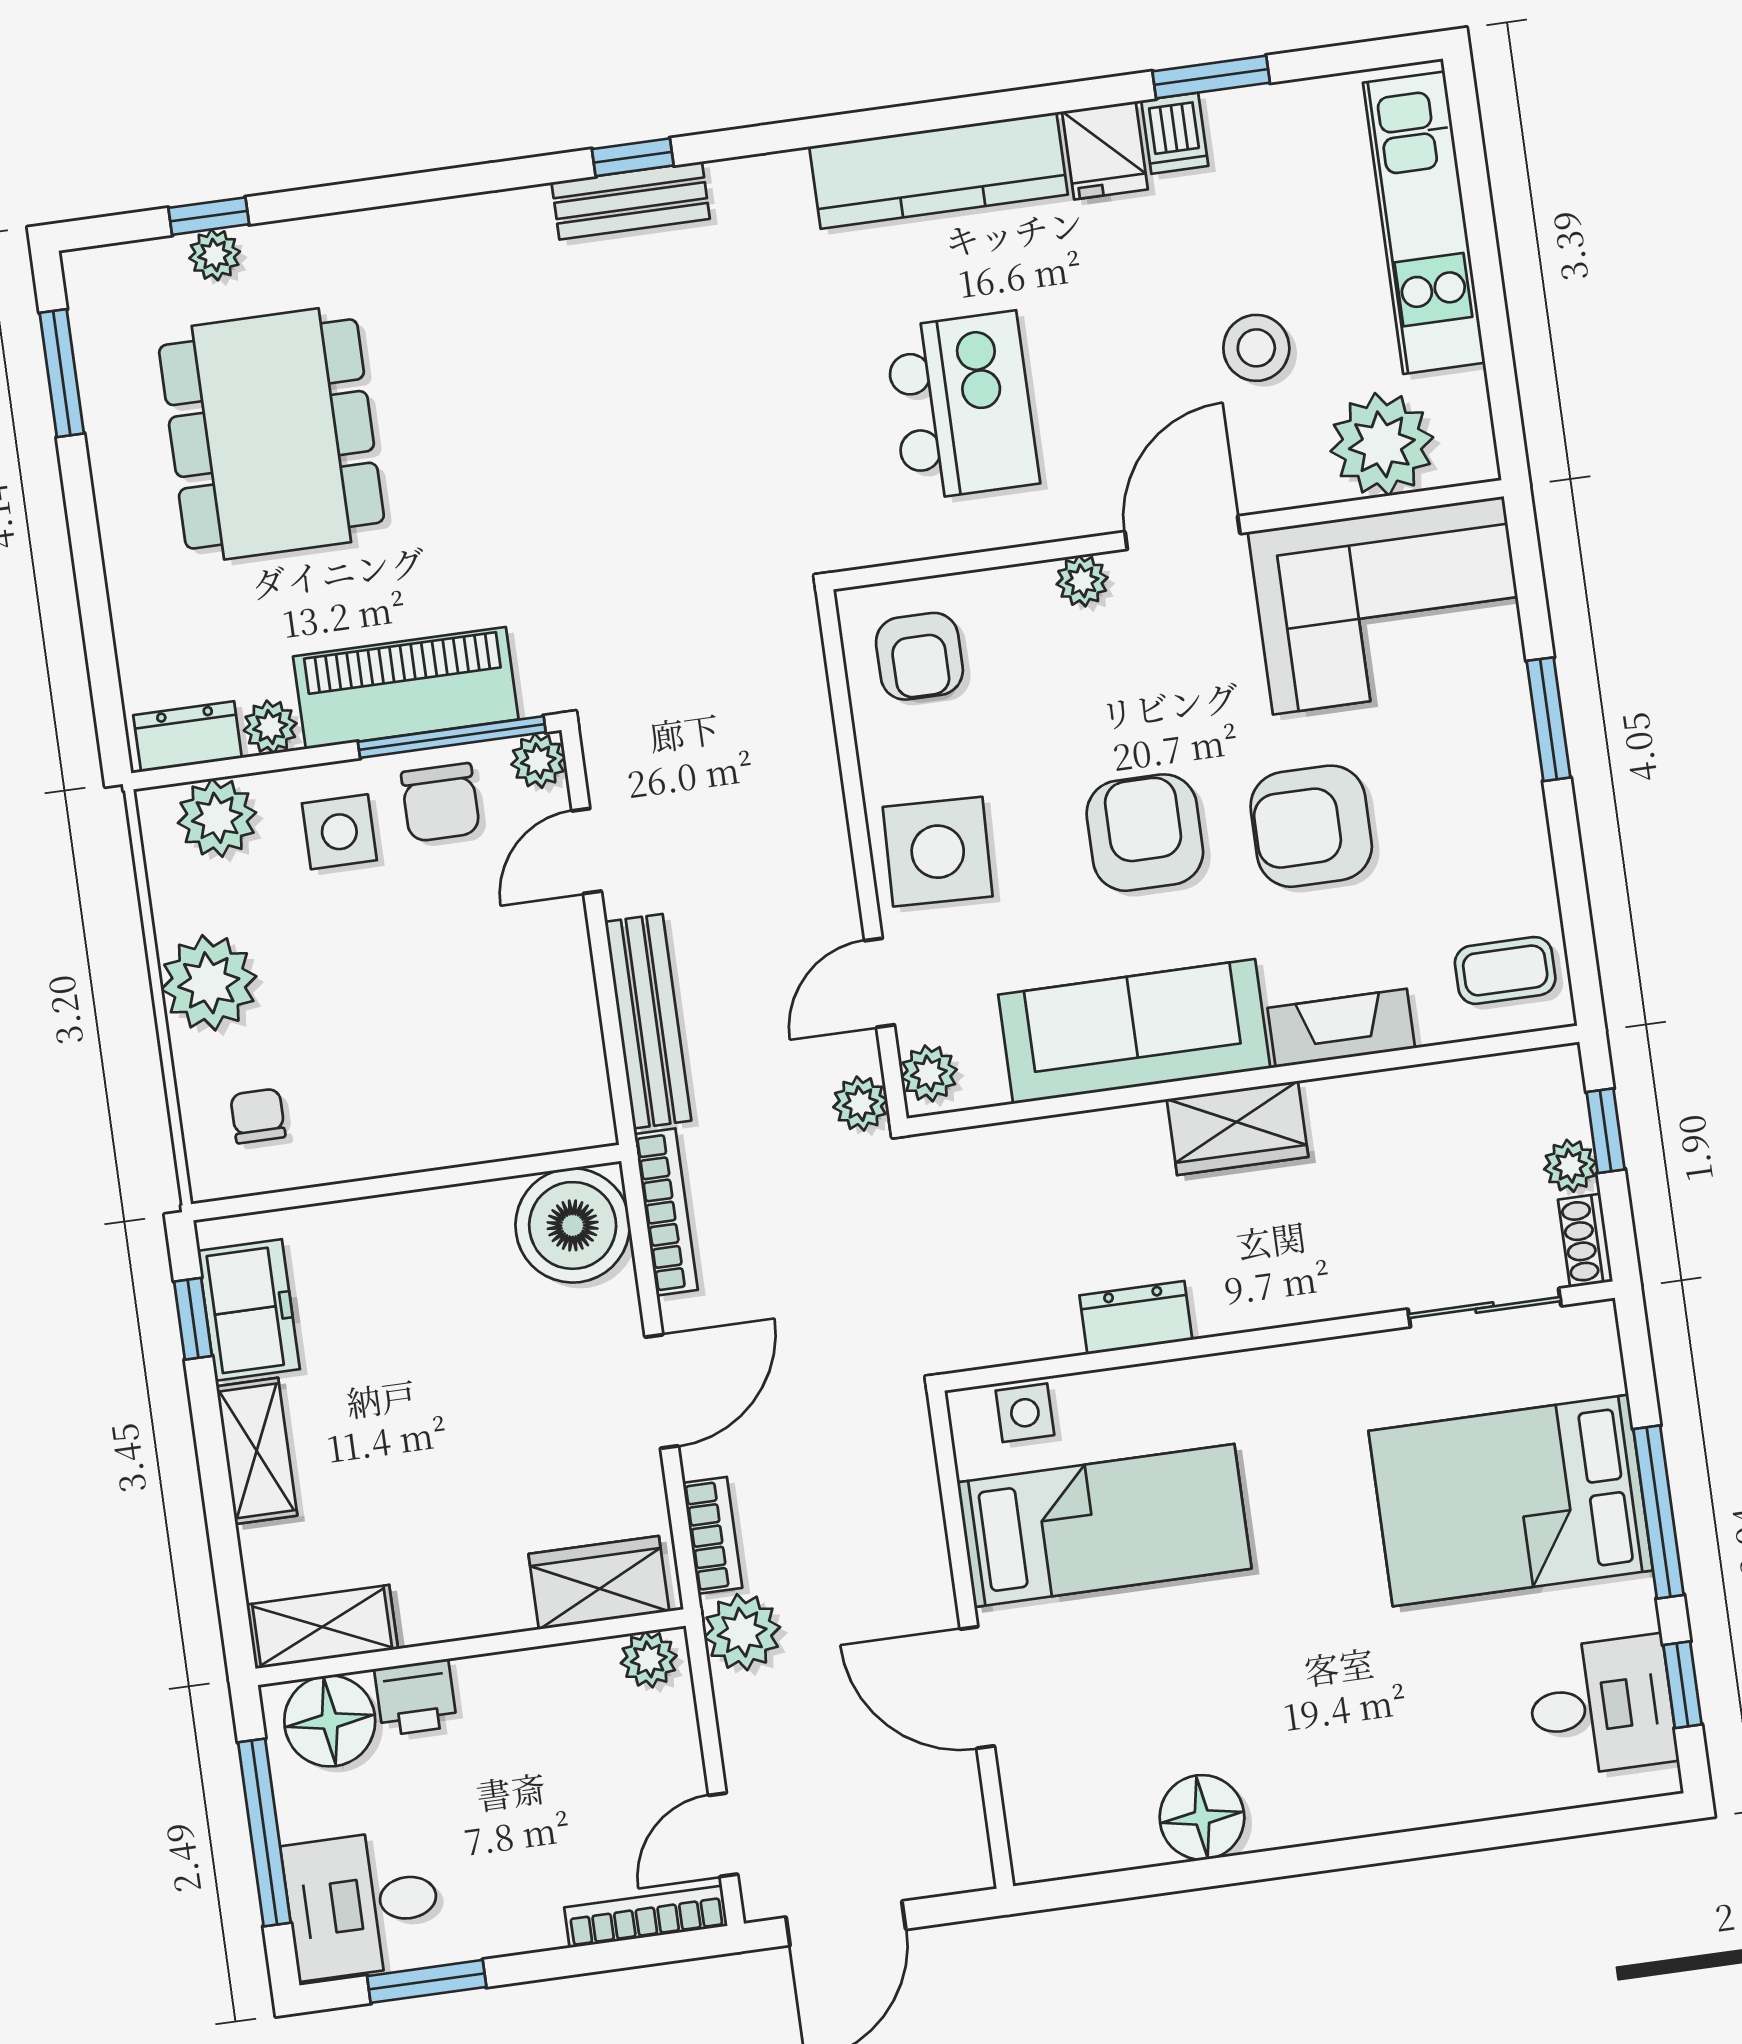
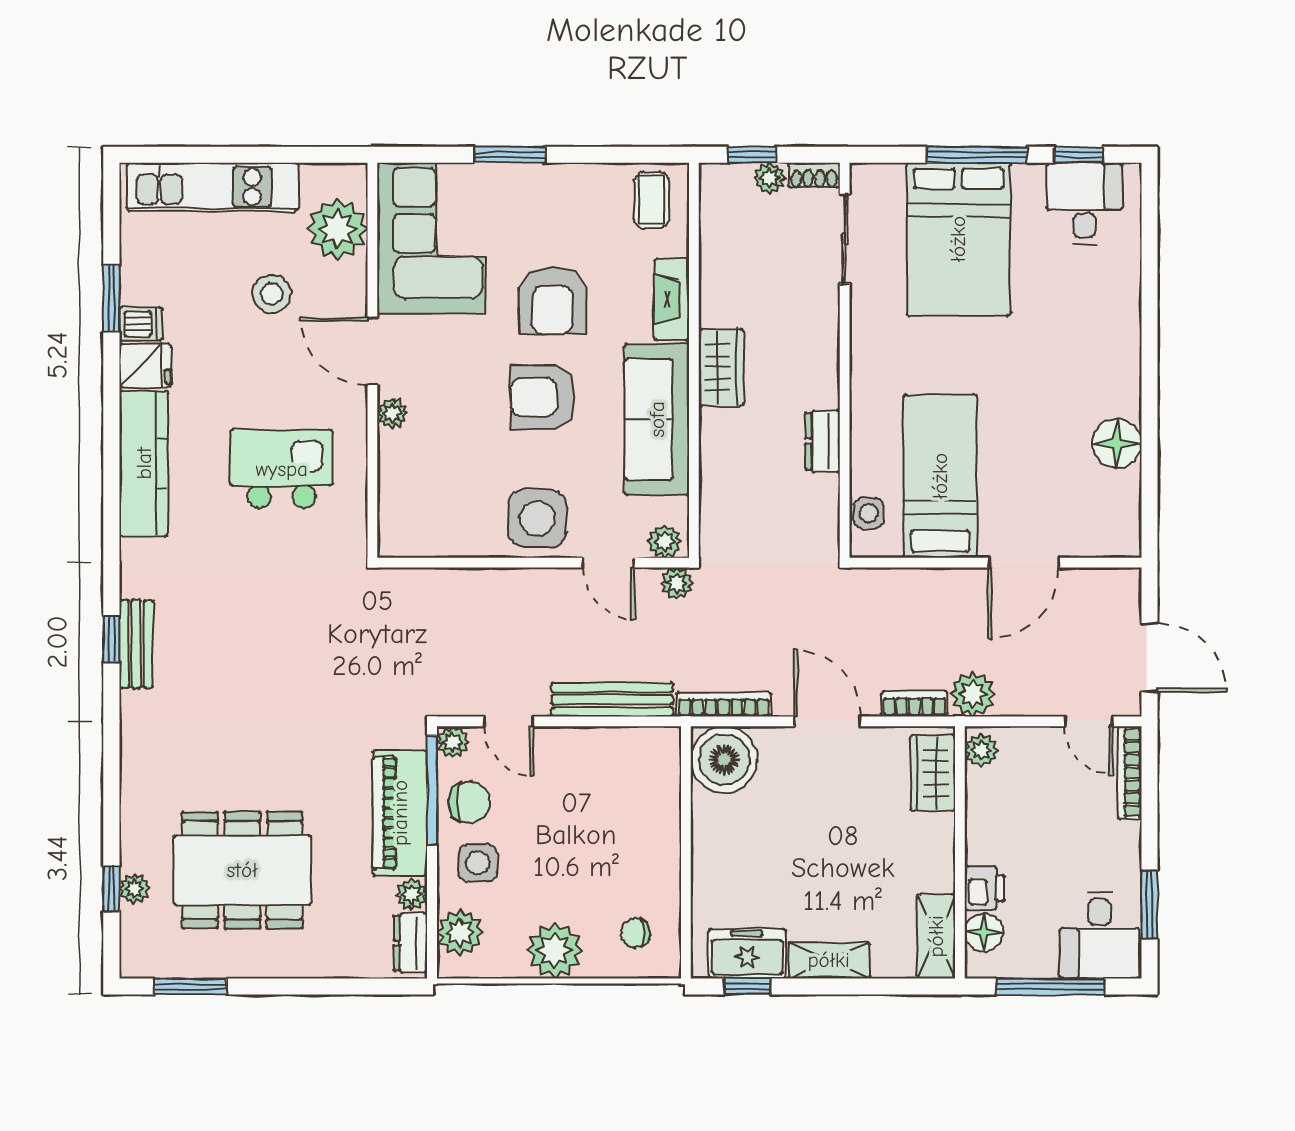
armchair: (919, 656) -> (423, 513), removed
floor lamp: (330, 1721) -> (984, 932), width x0.73, depth x0.73

